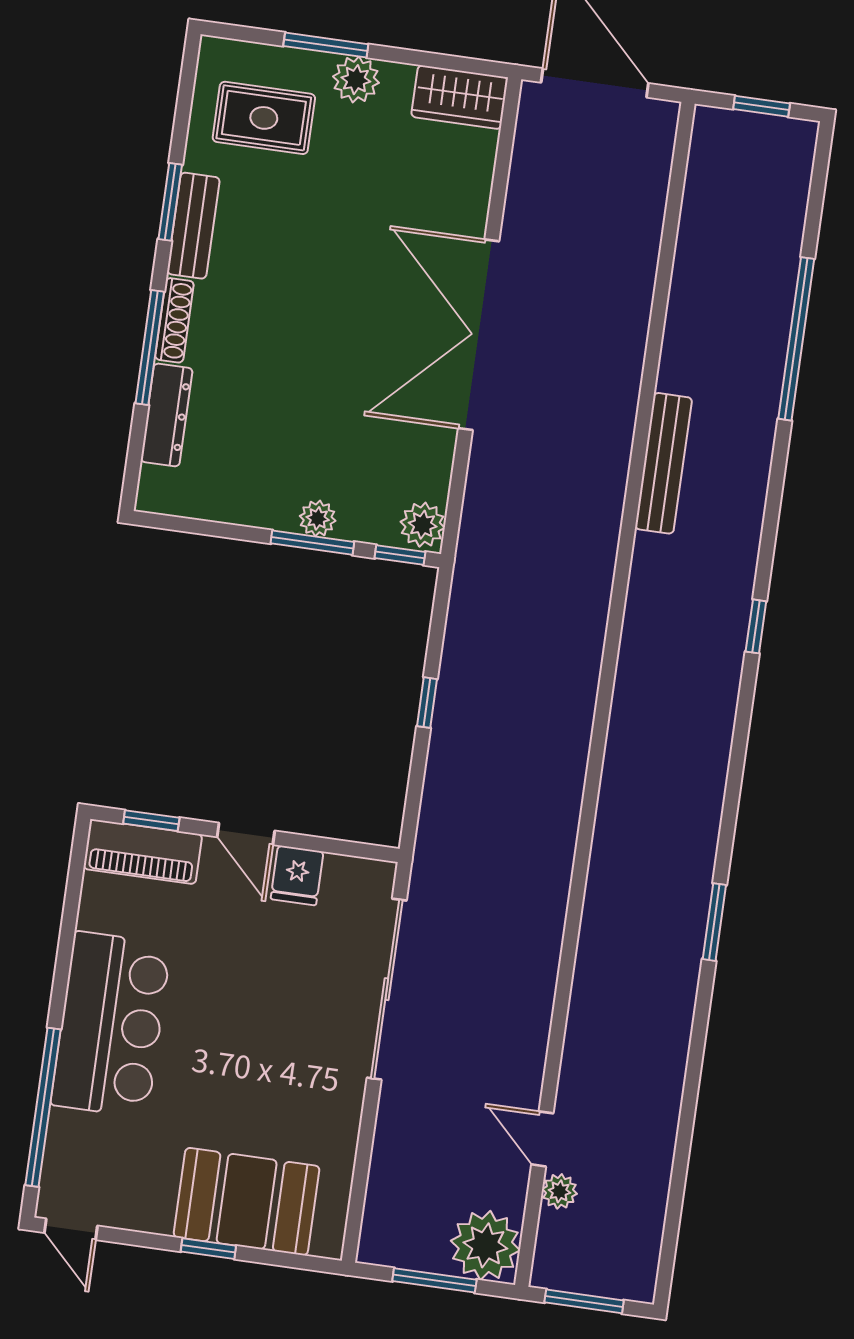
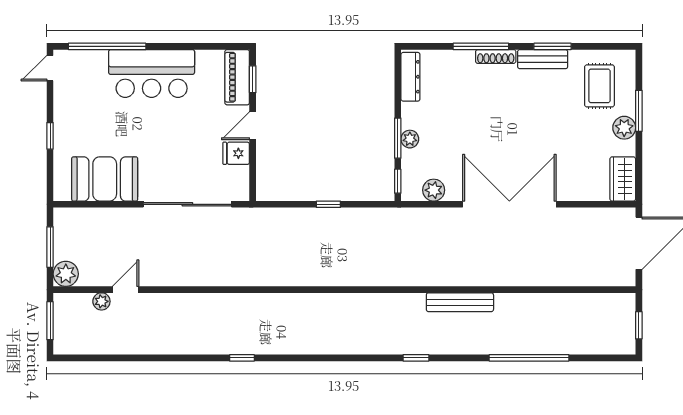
dresser: (167, 415) -> (410, 77), moved, turned -90
plant: (423, 525) -> (434, 190), moved
window: (756, 626) -> (416, 358), moved
window: (714, 922) -> (242, 358), width x0.67
booth: (247, 1202) -> (105, 179), moved, turned 90
plant: (485, 1245) -> (66, 274), width x0.73, depth x0.73

